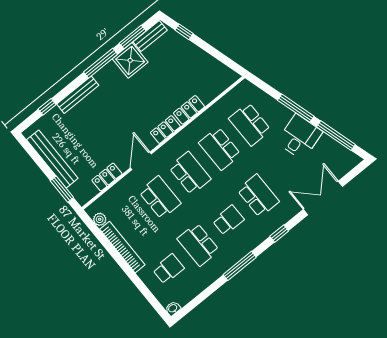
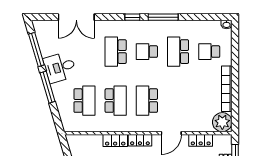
school desk: (160, 198) -> (178, 101), removed
plant: (100, 219) -> (222, 122), width x1.87, depth x1.87
window: (279, 234) -> (132, 17), moved
school desk: (198, 245) -> (178, 52), turned 180

